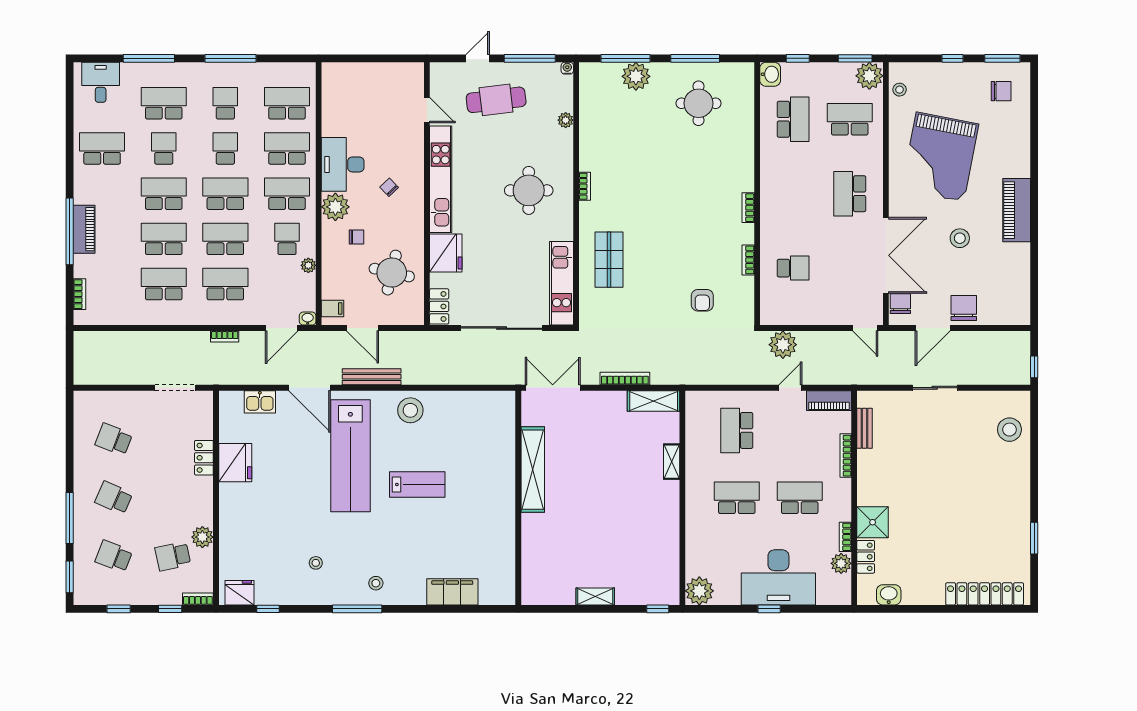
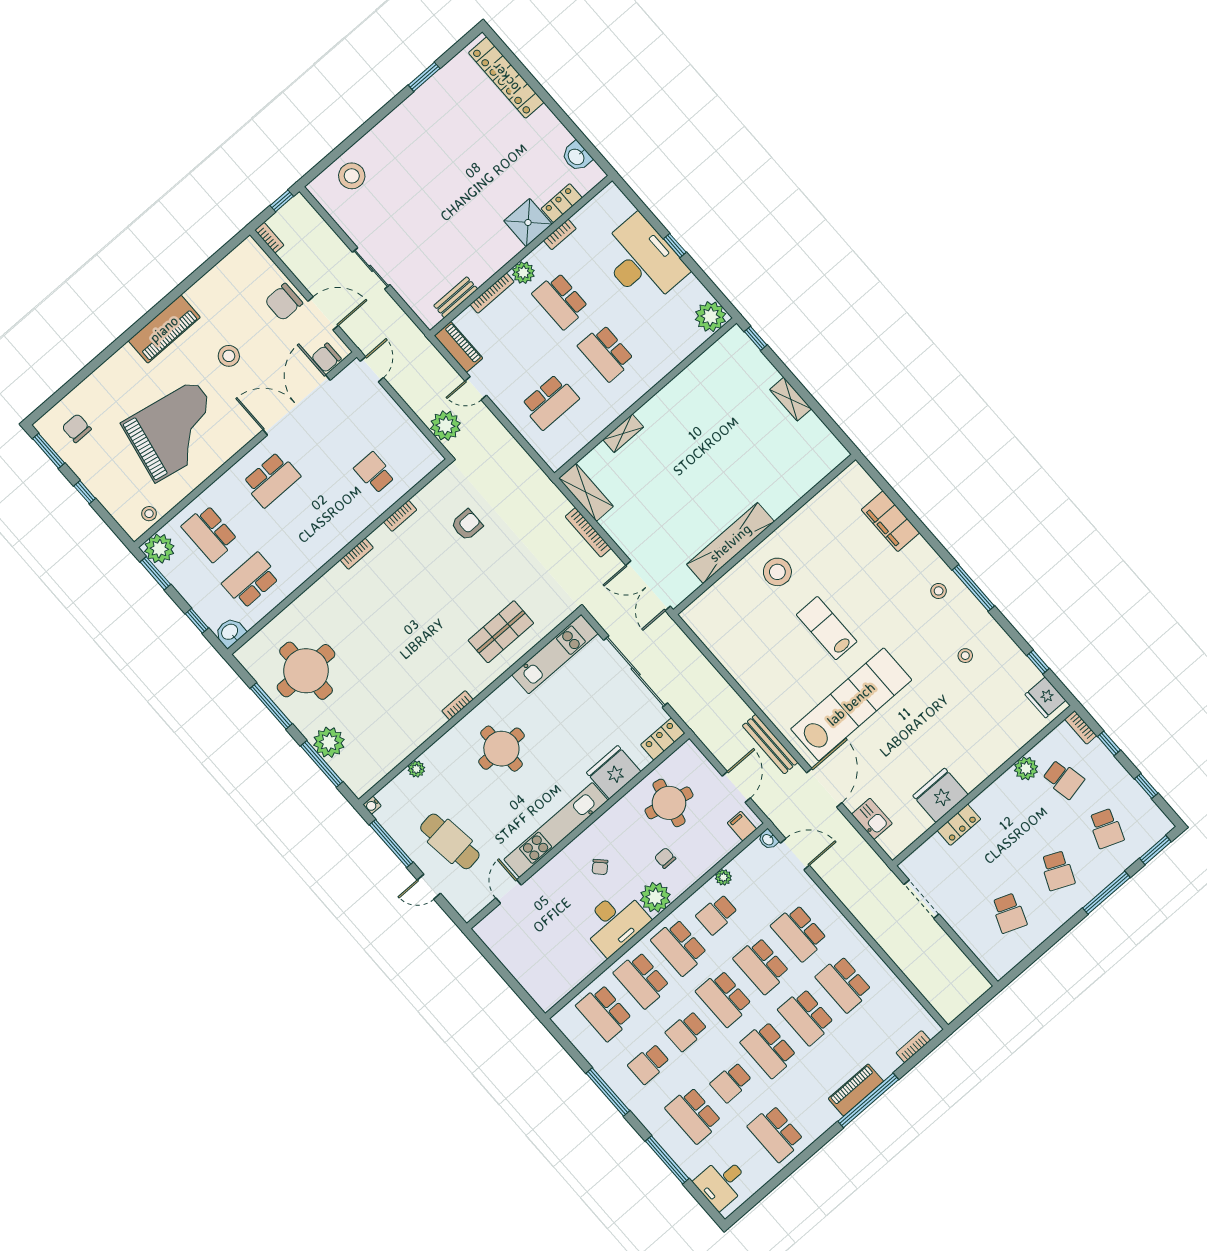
round table: (699, 103) -> (306, 671), width x1.36, depth x1.36
bookcase: (225, 336) -> (269, 238), moved
stool: (410, 410) -> (777, 572), moved
plant: (841, 563) -> (523, 273), moved

